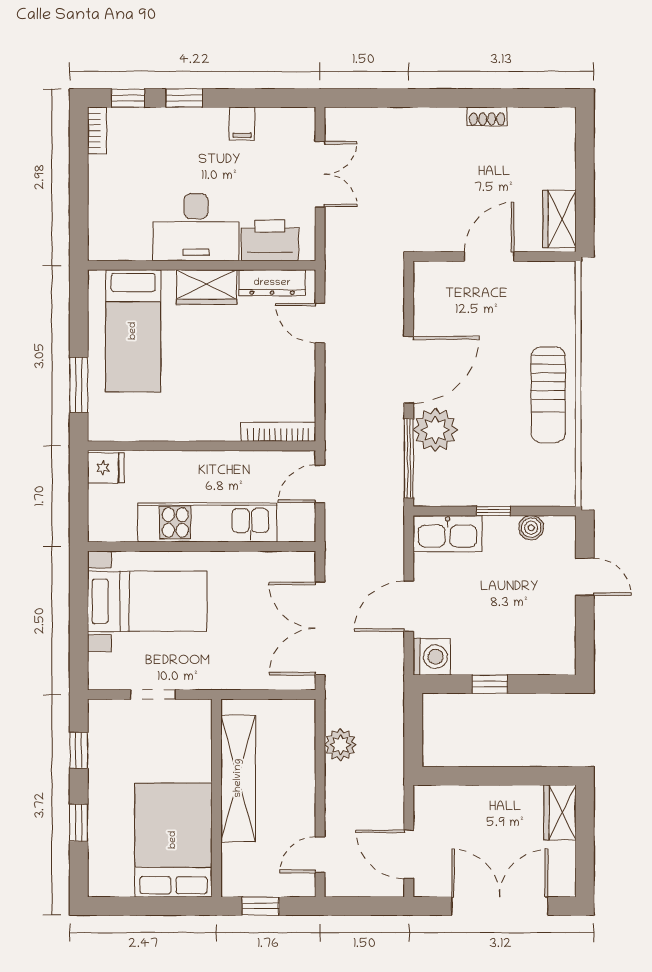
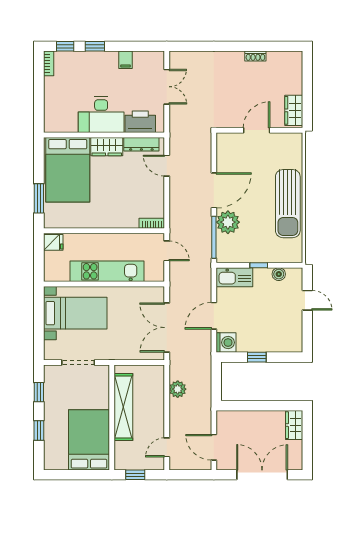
bed: (133, 331) -> (68, 170), width x1.50
sun lounger: (548, 395) -> (288, 204), width x1.36, depth x1.34
bookcase: (278, 432) -> (152, 223), width x0.64
door: (320, 484) -> (167, 251), swing flipped
doorway: (153, 694) -> (78, 363), width x1.38

